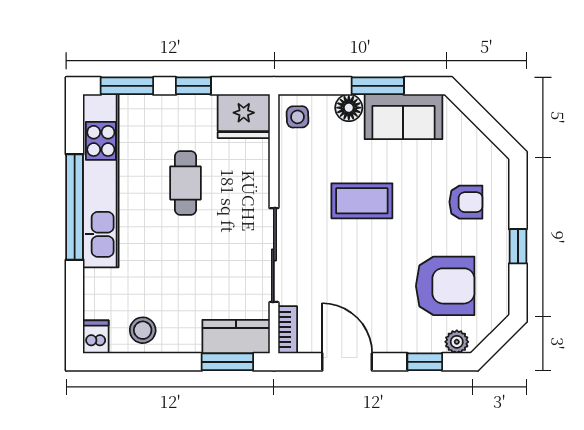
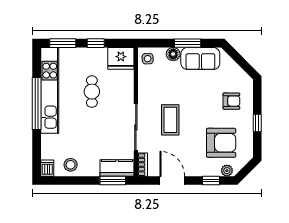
coffee table: (362, 201) -> (170, 120), moved, turned 90

